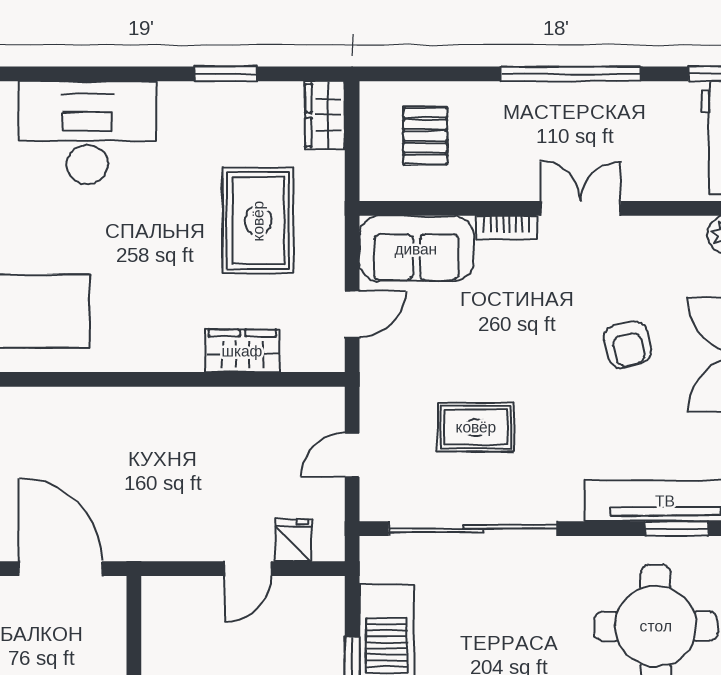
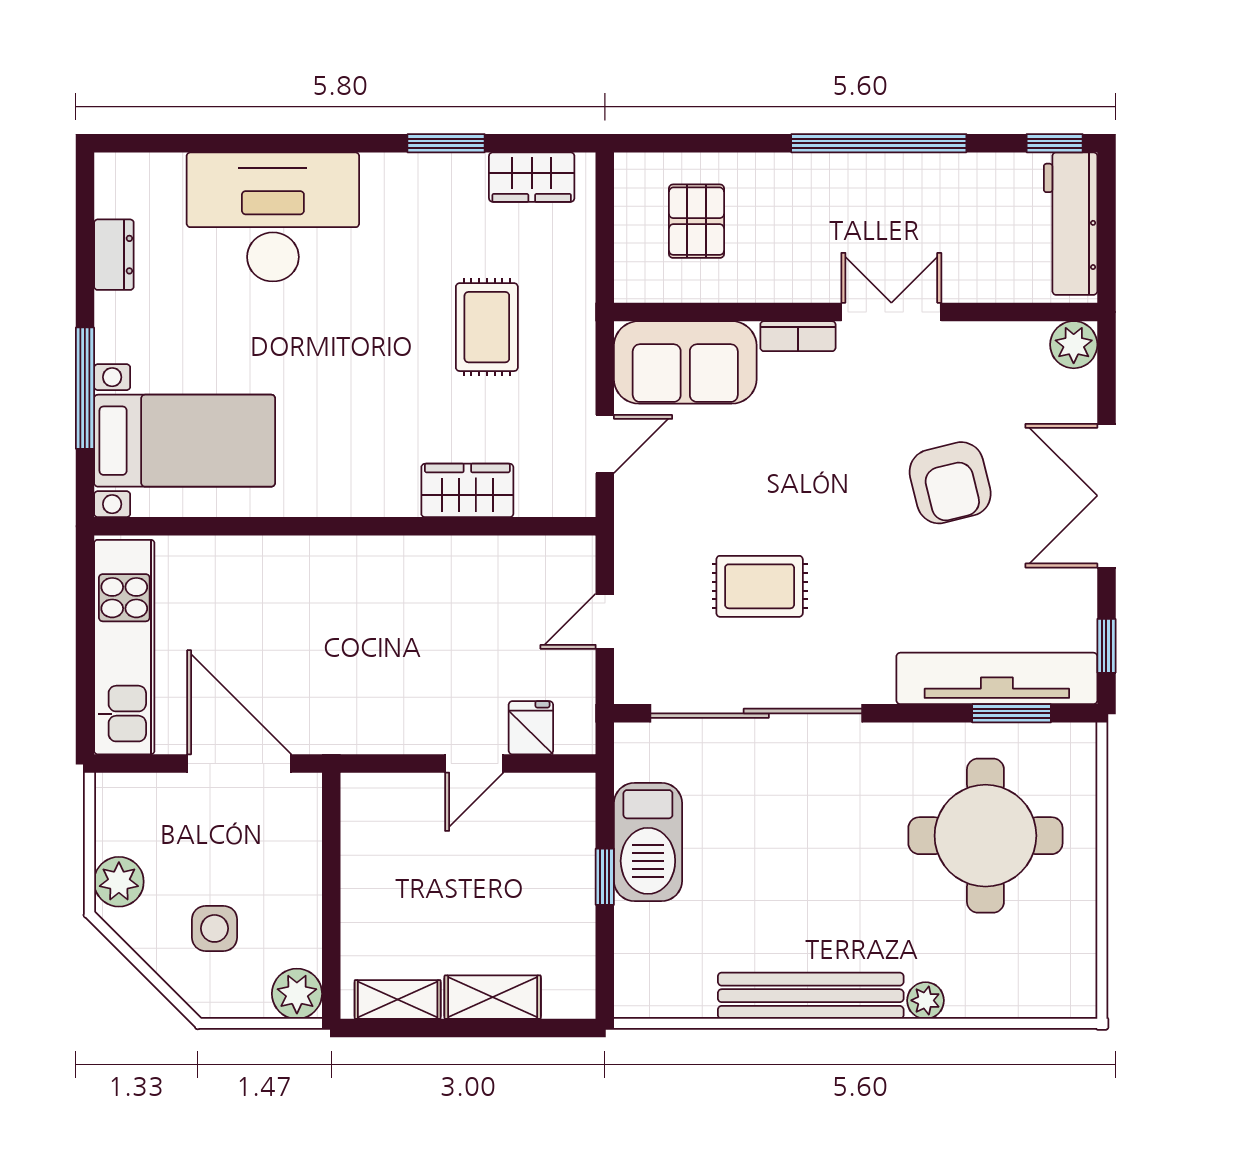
wardrobe: (325, 115) -> (532, 177), moved, turned -90
rug: (258, 221) -> (487, 327), width x0.73, depth x0.70
armchair: (628, 345) -> (950, 483), width x1.38, depth x1.38

